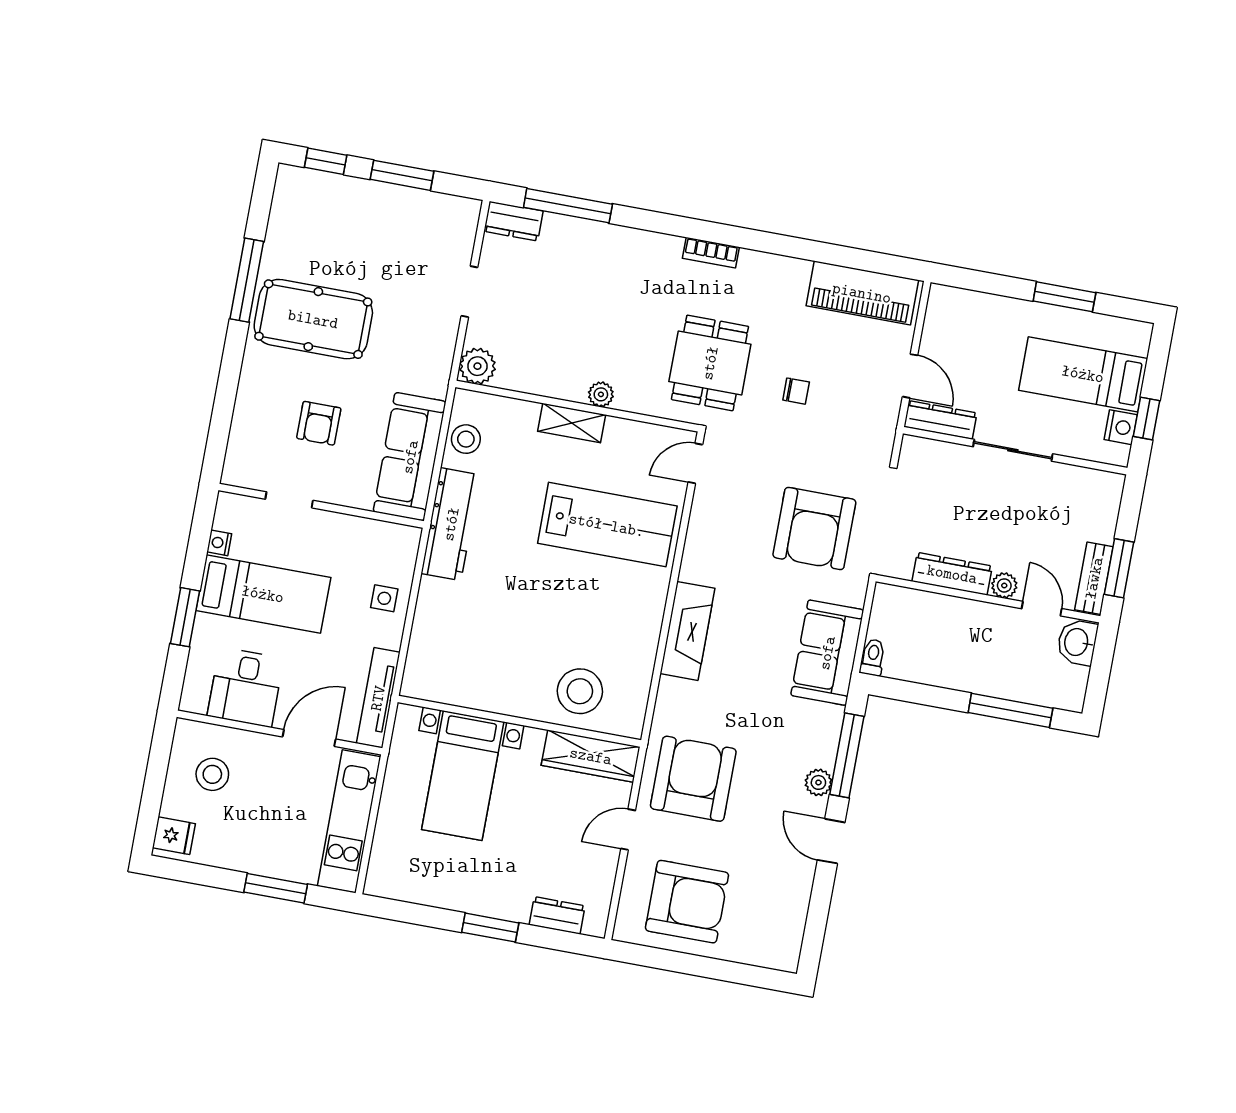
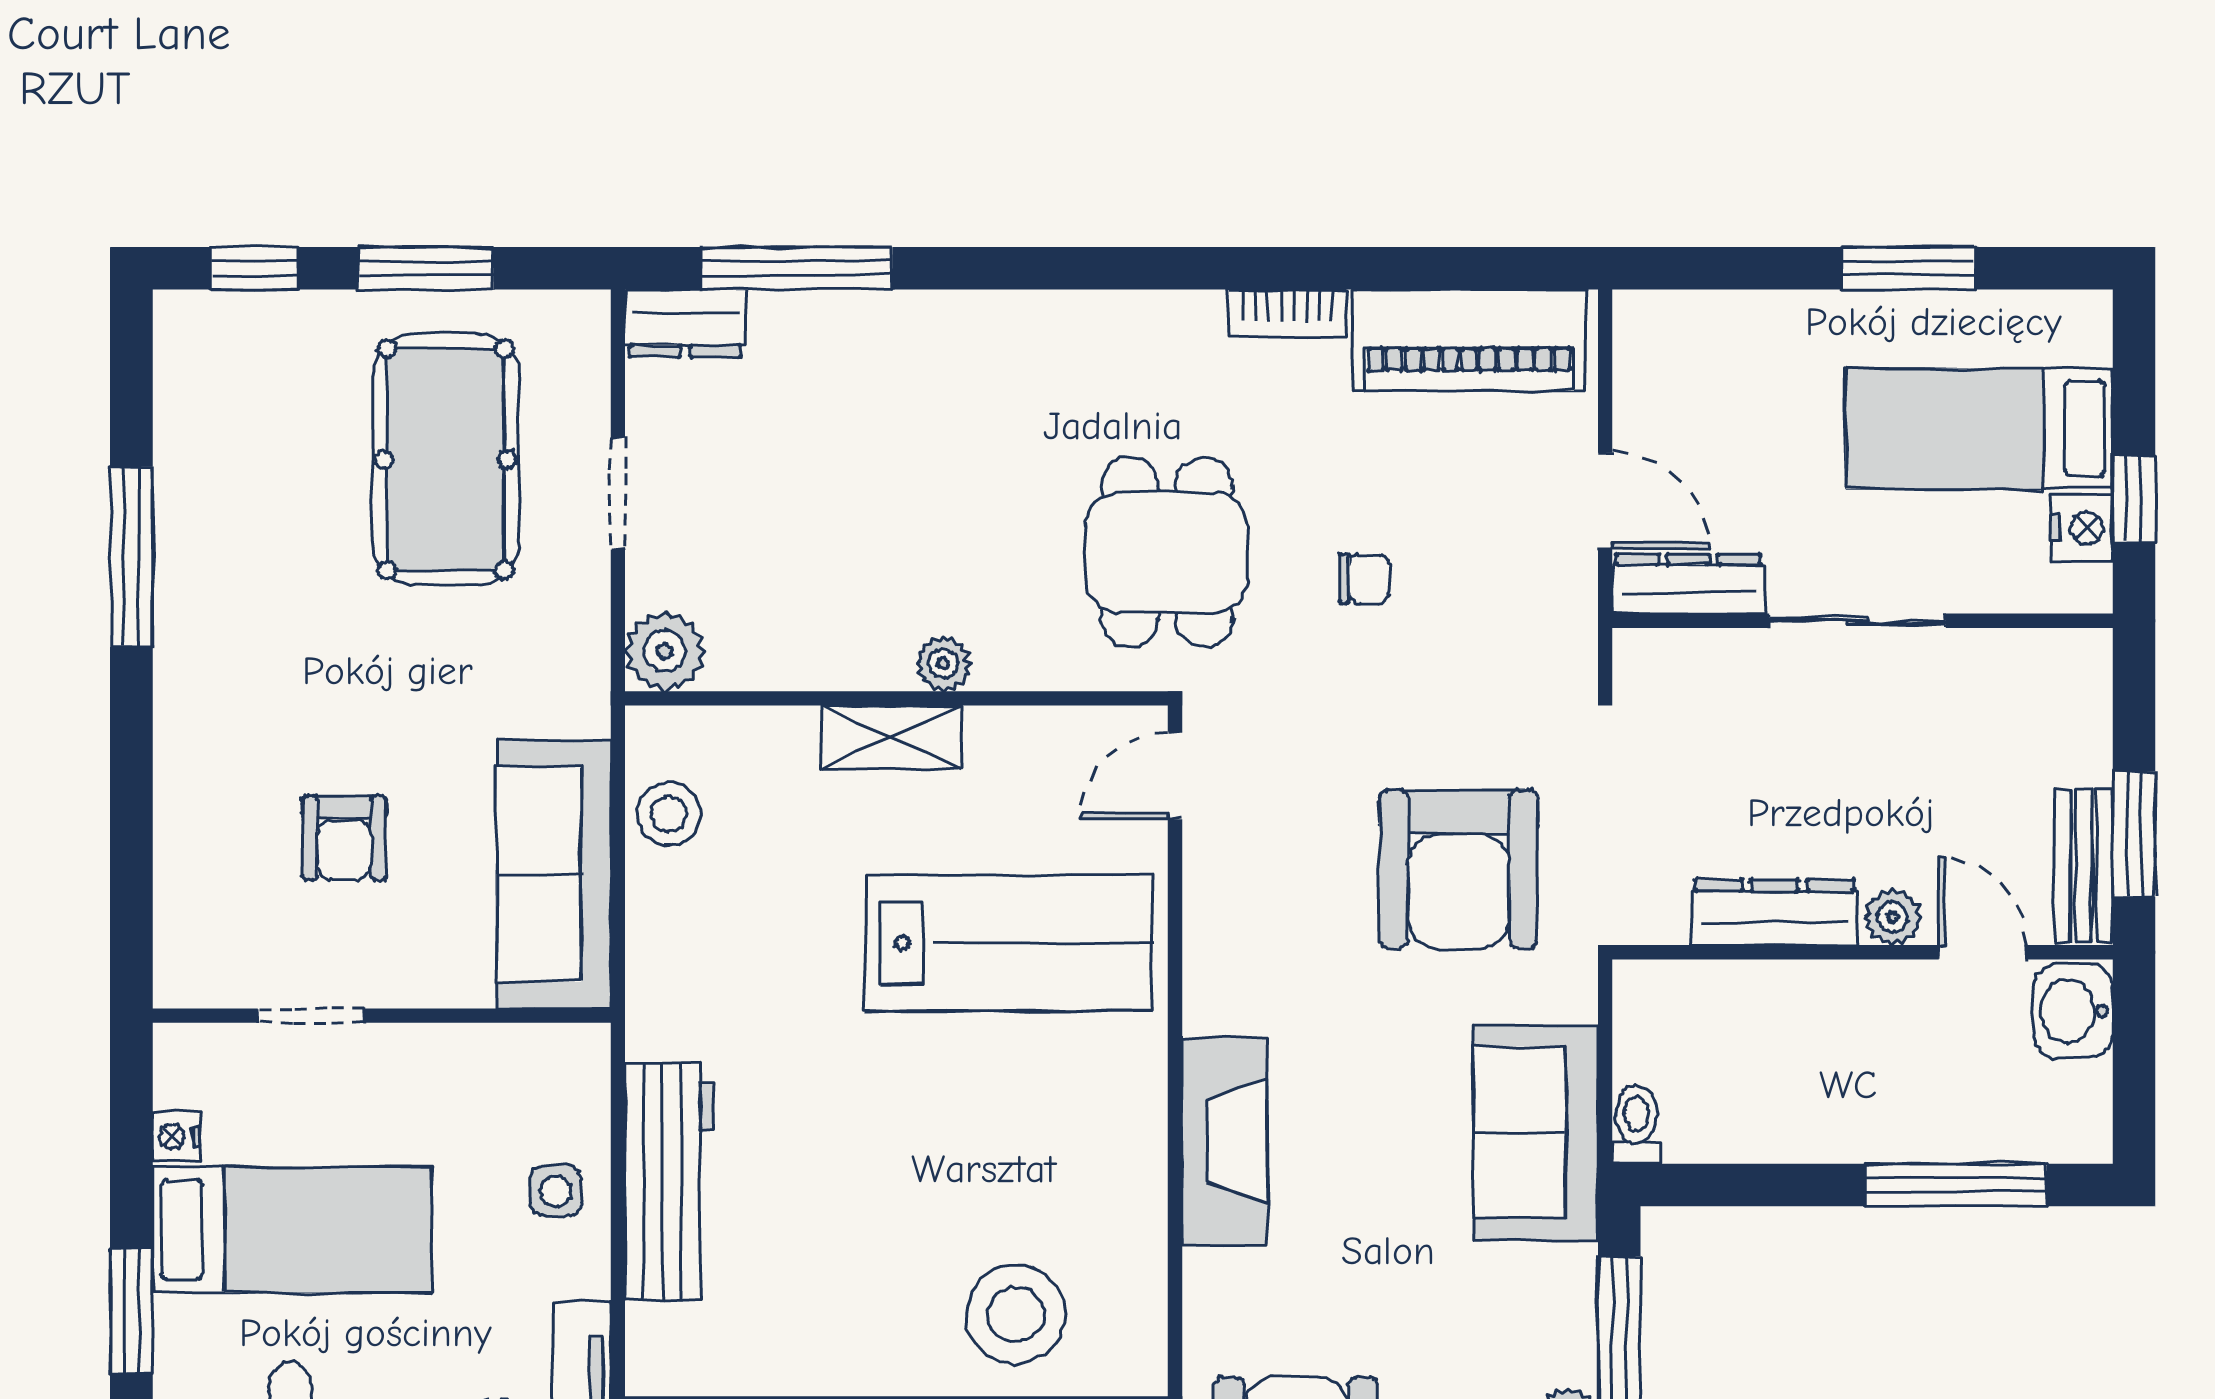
bookcase: (711, 253) -> (1288, 313), moved
pool table: (313, 319) -> (446, 459), moved, turned 90
workbench: (451, 524) -> (670, 1182), moved

